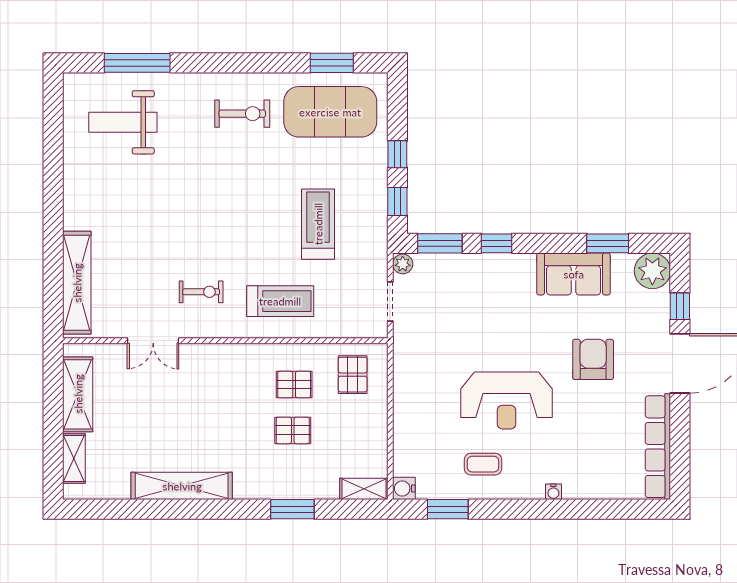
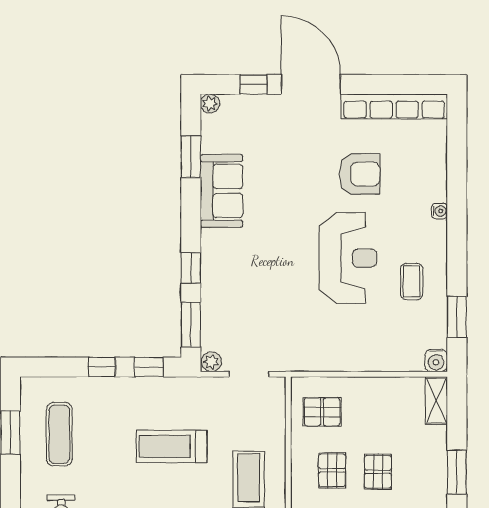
exercise mat: (330, 112) -> (59, 434), width x0.50, depth x0.69
plant: (652, 271) -> (210, 104), width x0.53, depth x0.53
armchair: (593, 359) -> (360, 174), moved, turned 180

